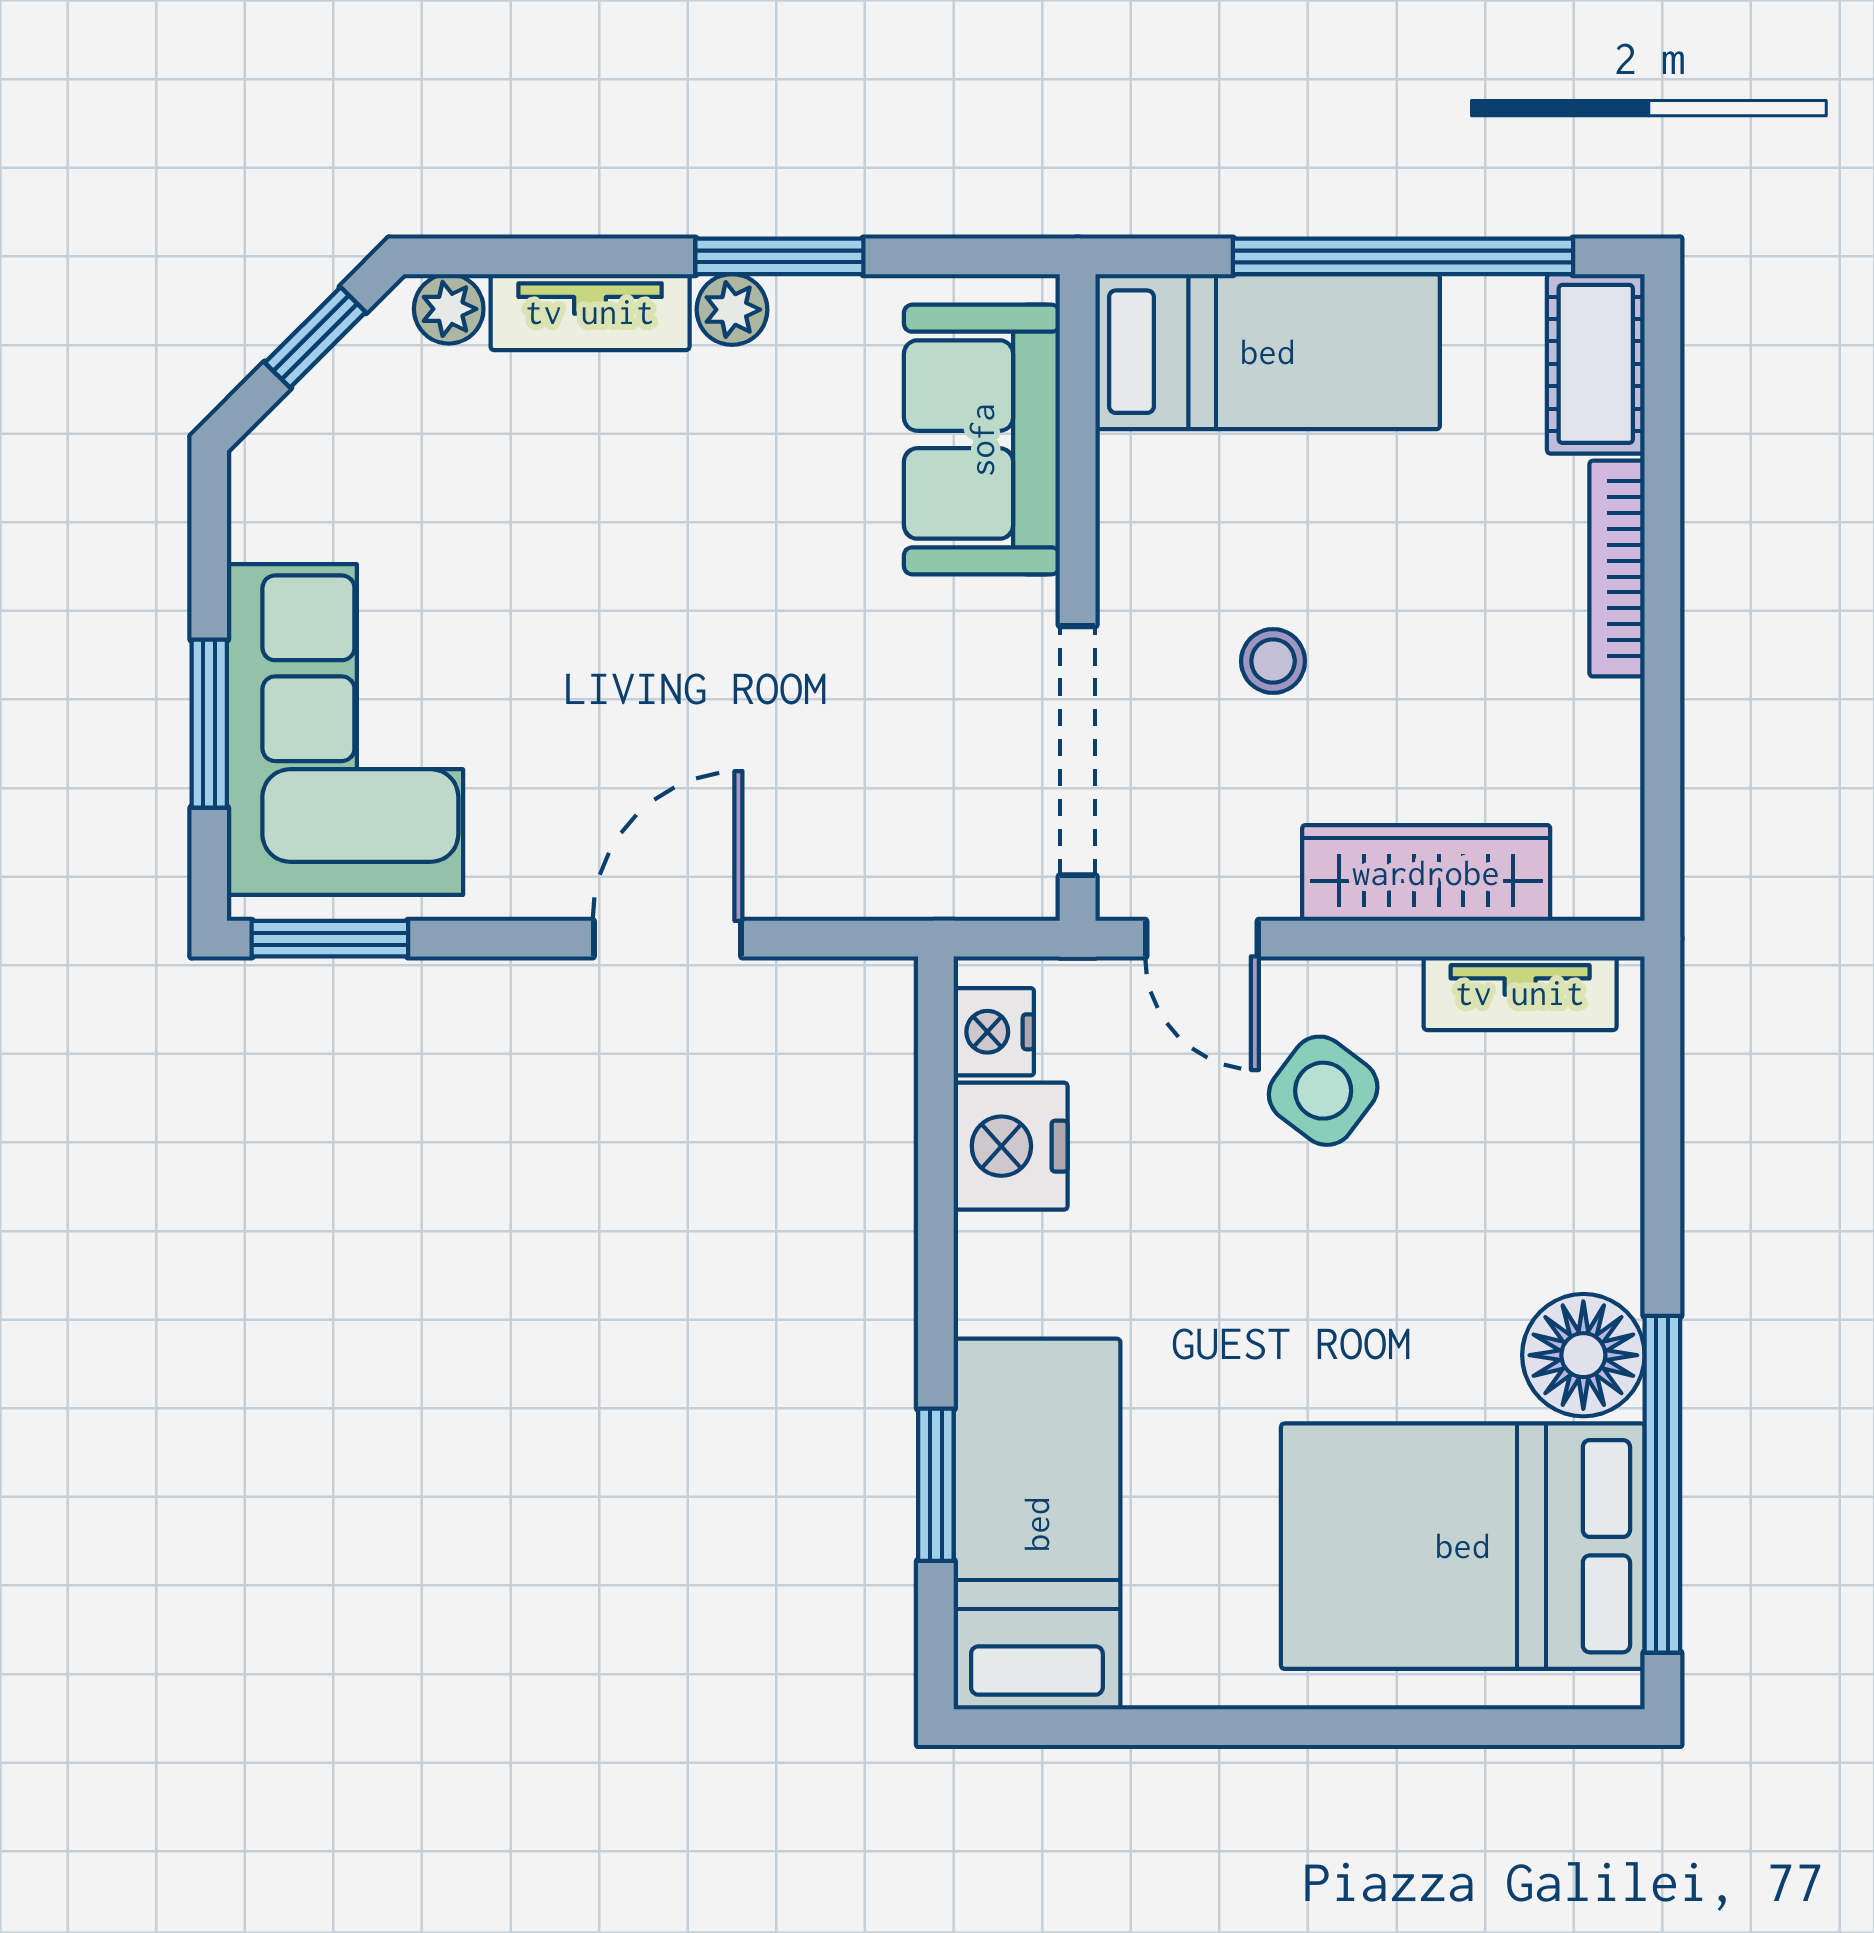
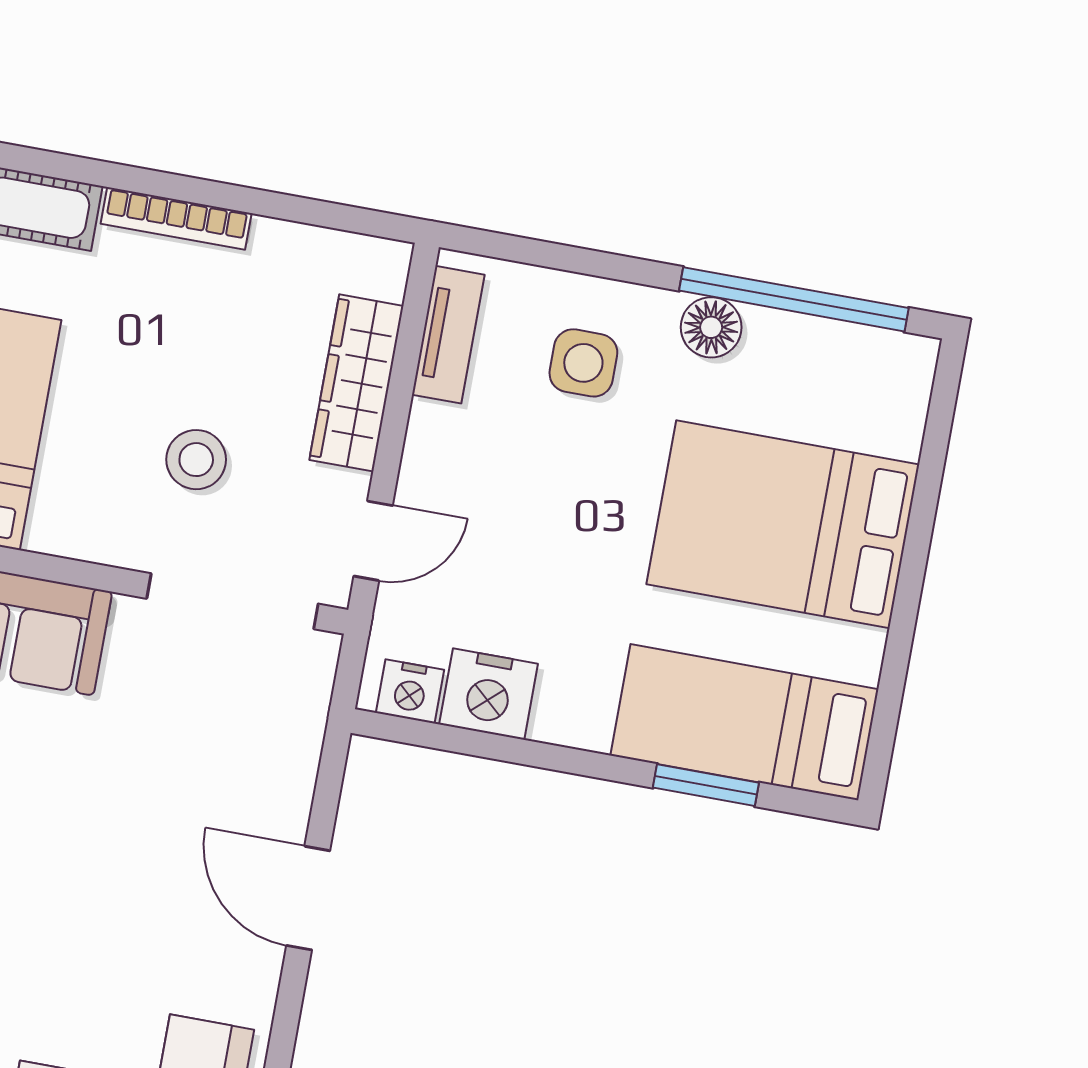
stool: (1273, 661) -> (196, 460), width x1.37, depth x1.37
side table: (1323, 1091) -> (583, 363), moved, turned -37
floor lamp: (1583, 1355) -> (711, 327), width x0.73, depth x0.73
bed: (1463, 1546) -> (783, 524), moved, turned 90

